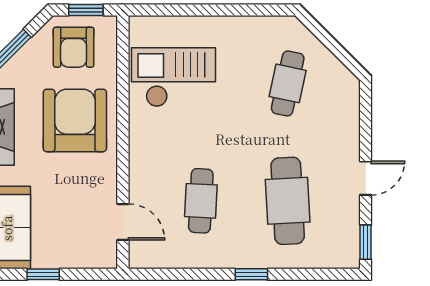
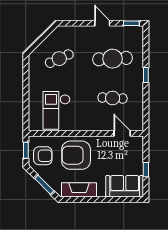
cafe table: (288, 83) -> (59, 59), turned -36
door: (123, 222) -> (122, 133), hinge flipped

